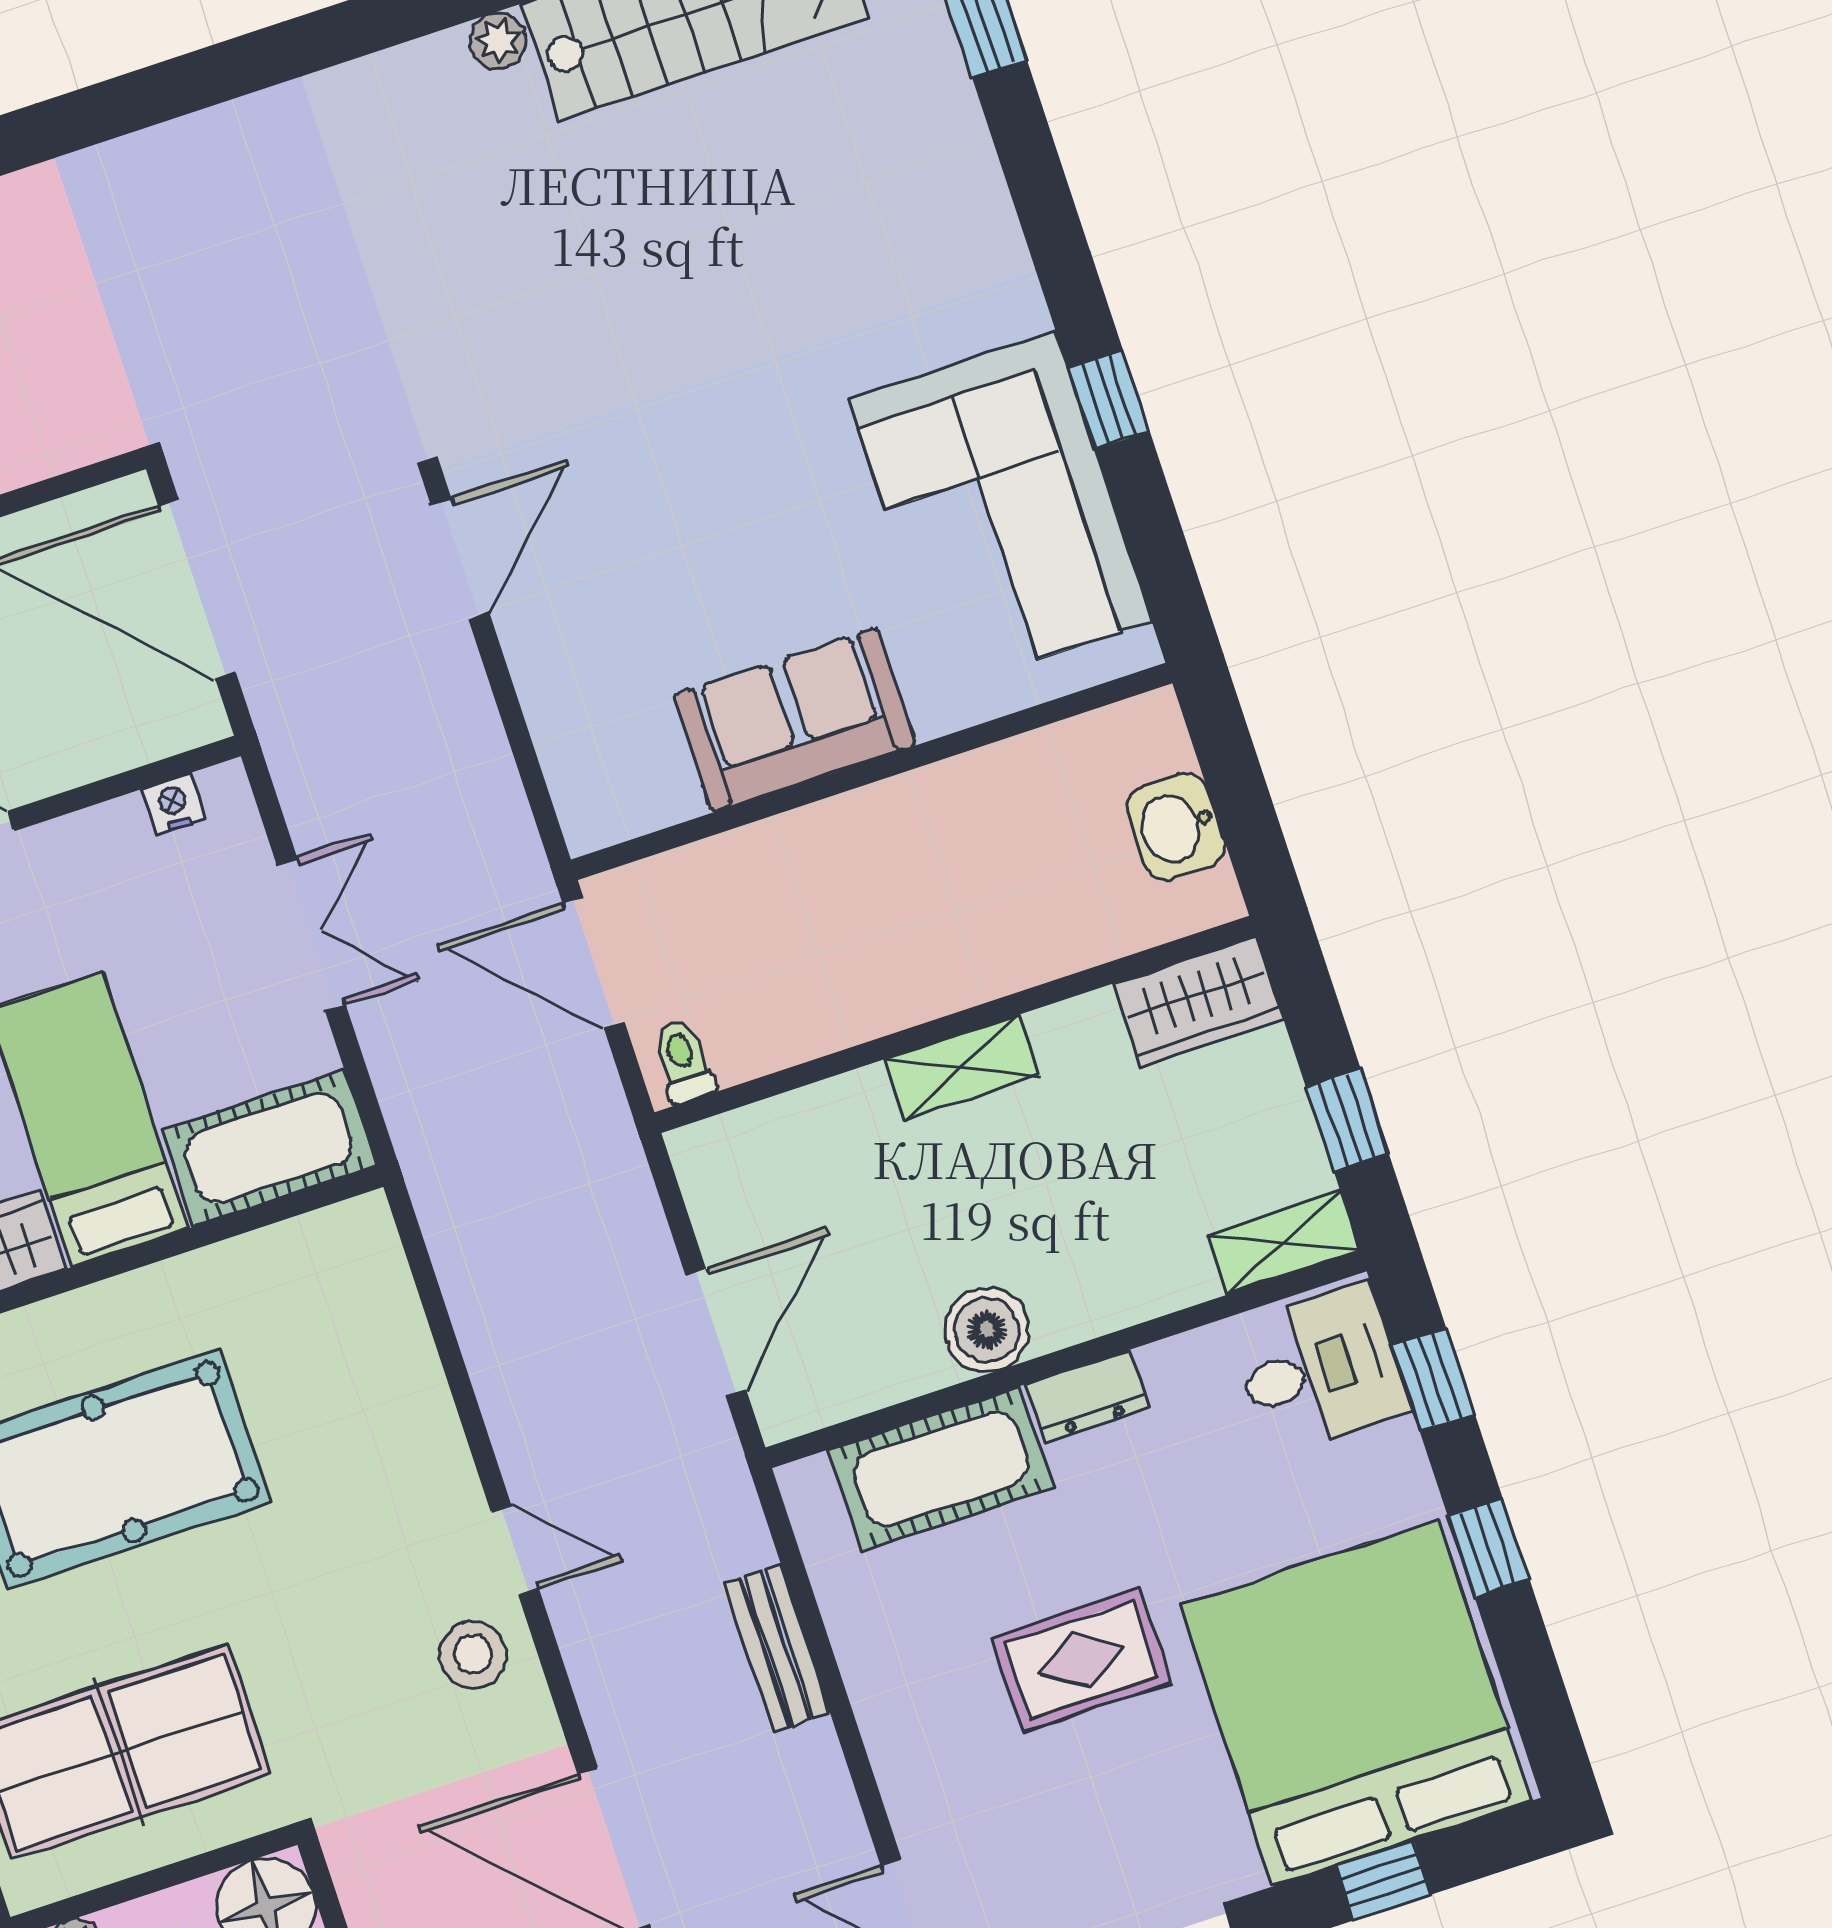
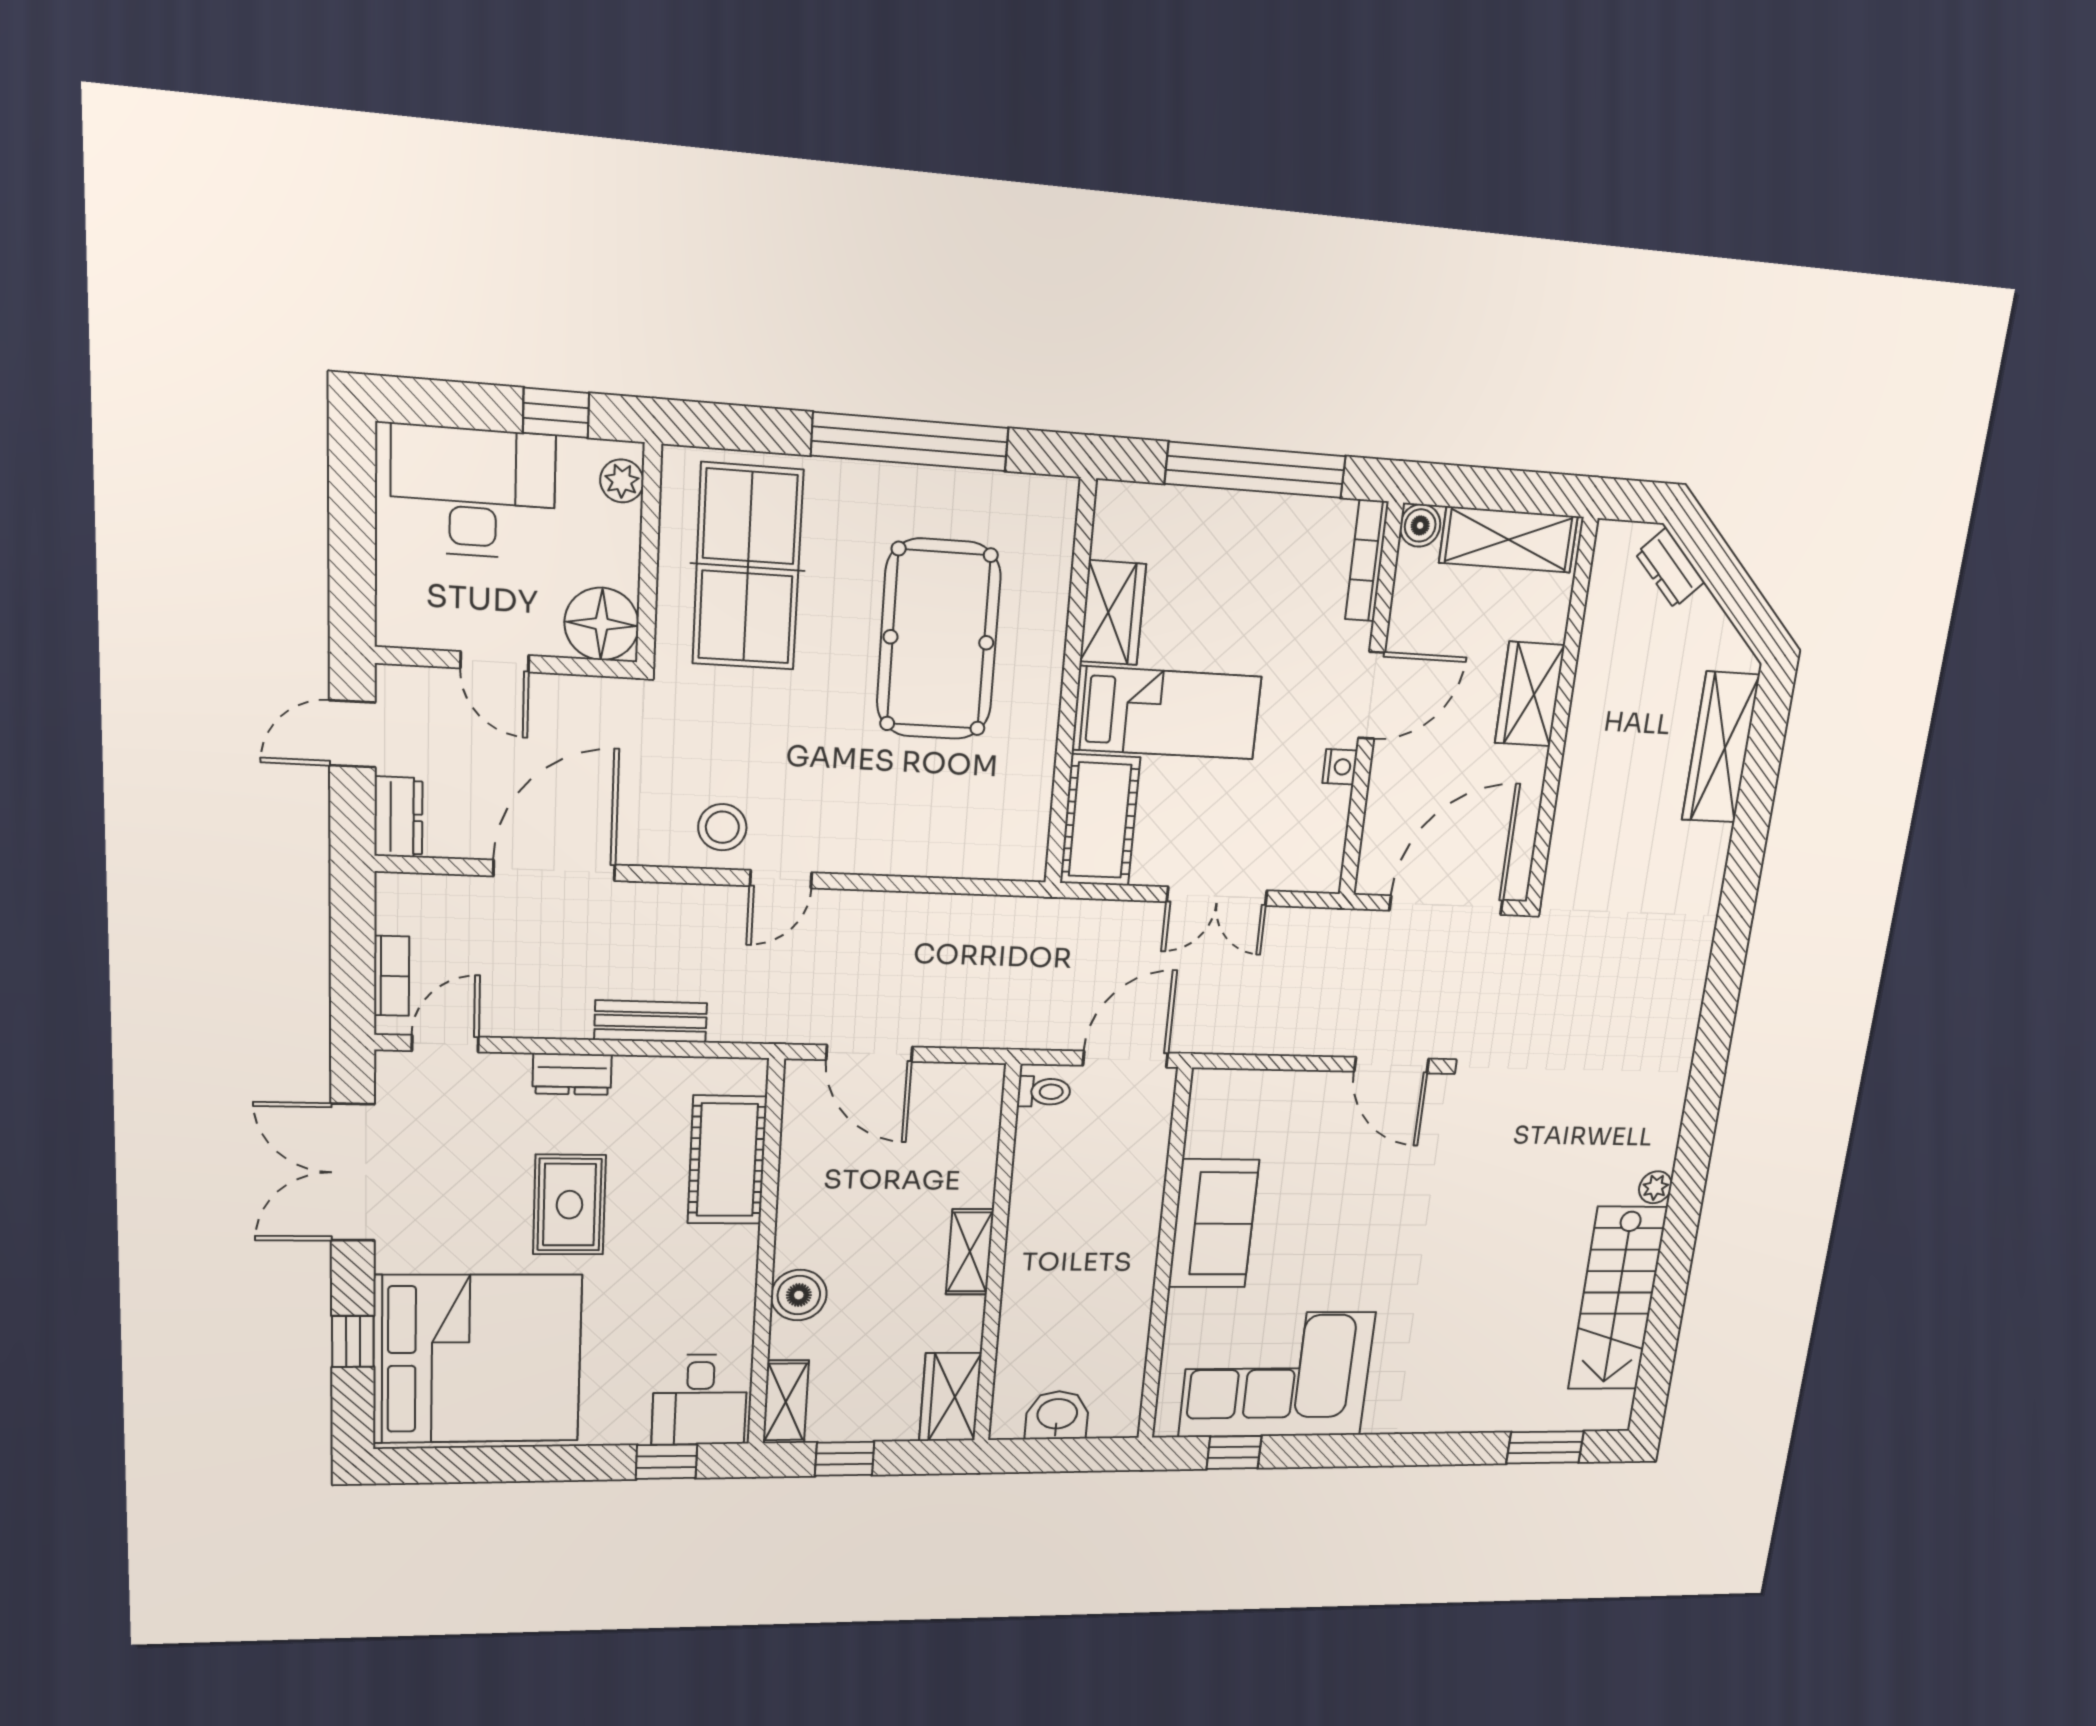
window: (1109, 399) -> (1234, 1452), moved
nightstand: (173, 804) -> (1340, 767), moved
boiler: (987, 1330) -> (799, 1295), moved
dresser: (1087, 1396) -> (572, 1074), moved, turned -90
window: (1489, 1548) -> (548, 1464), removed

